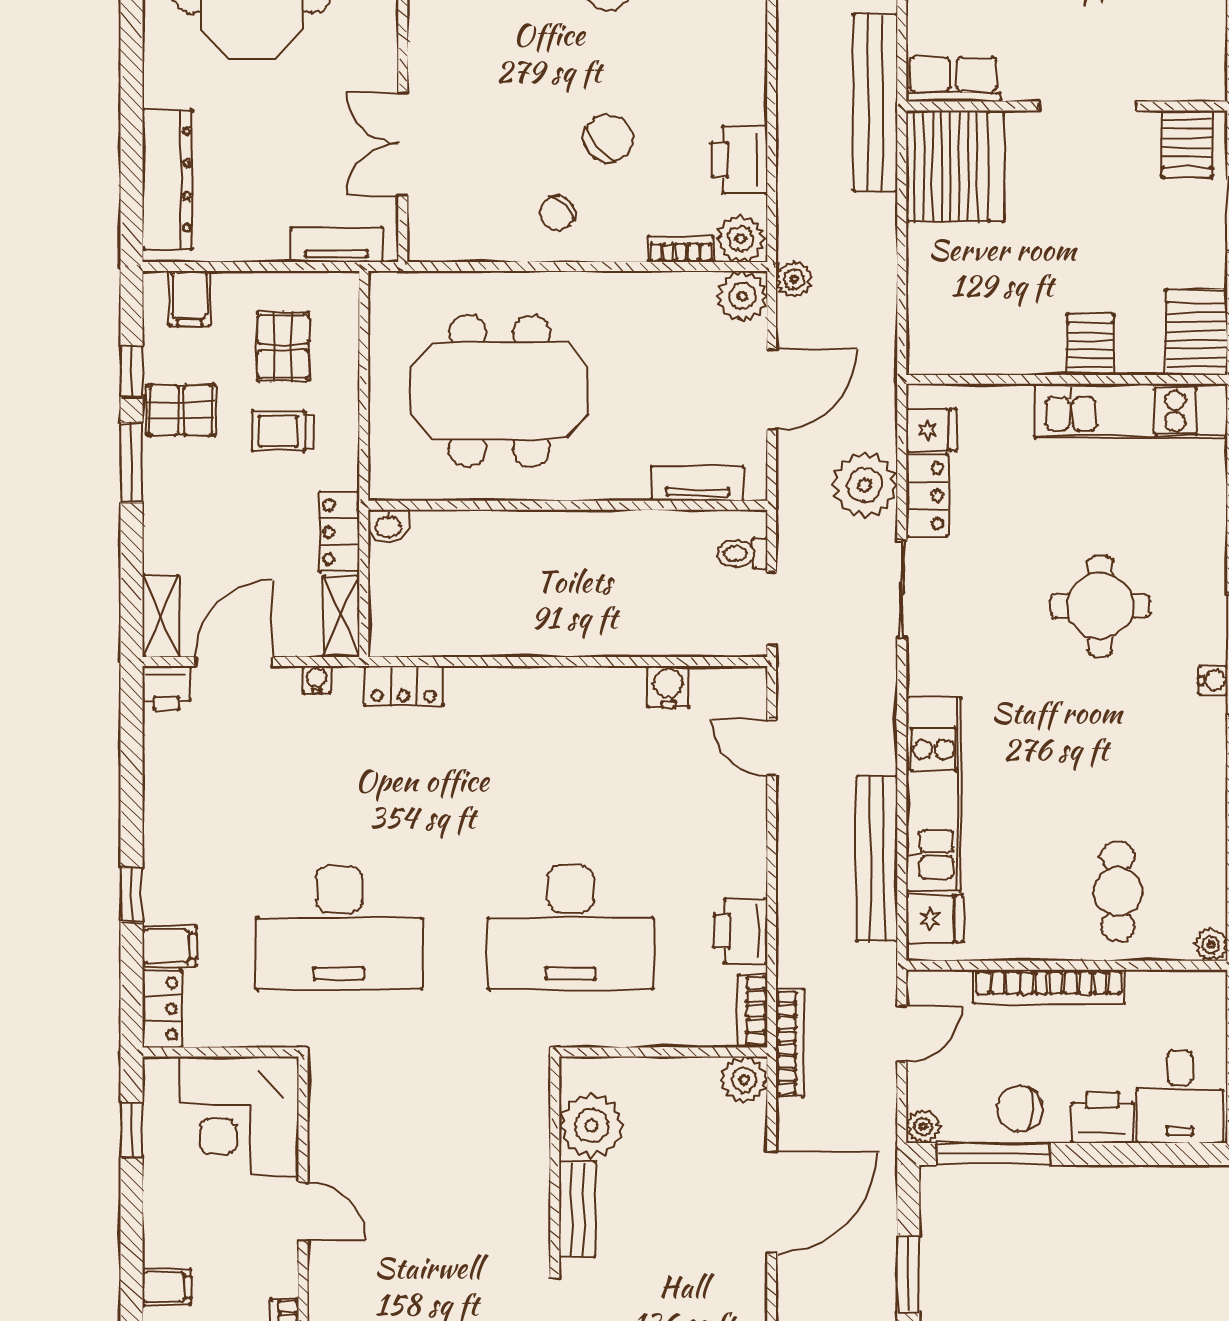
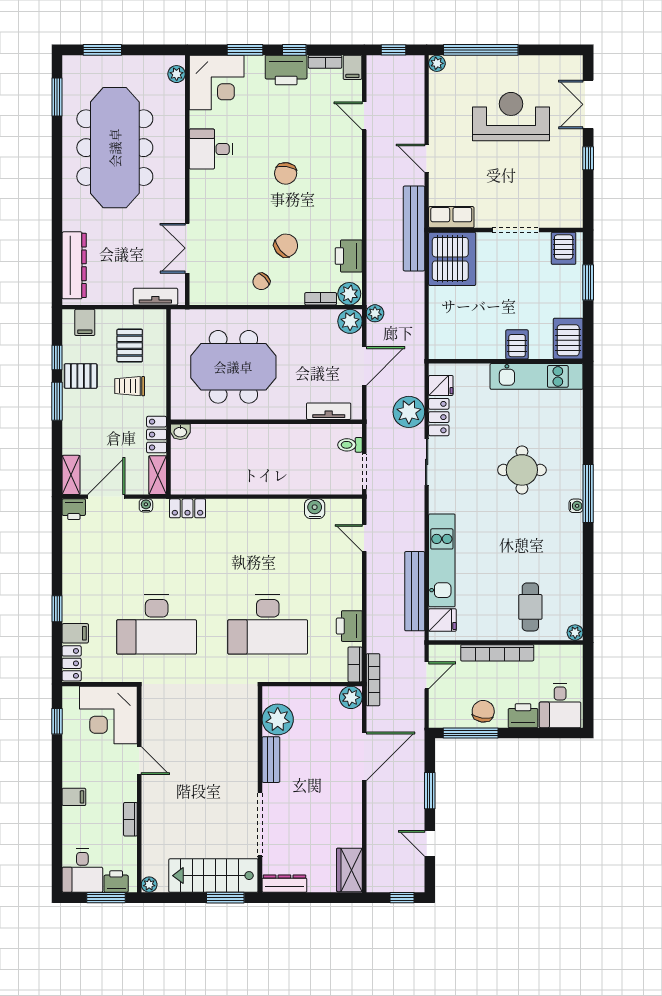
chair: (1020, 1109) -> (483, 711), turned 98
plant: (923, 1126) -> (437, 720), removed

